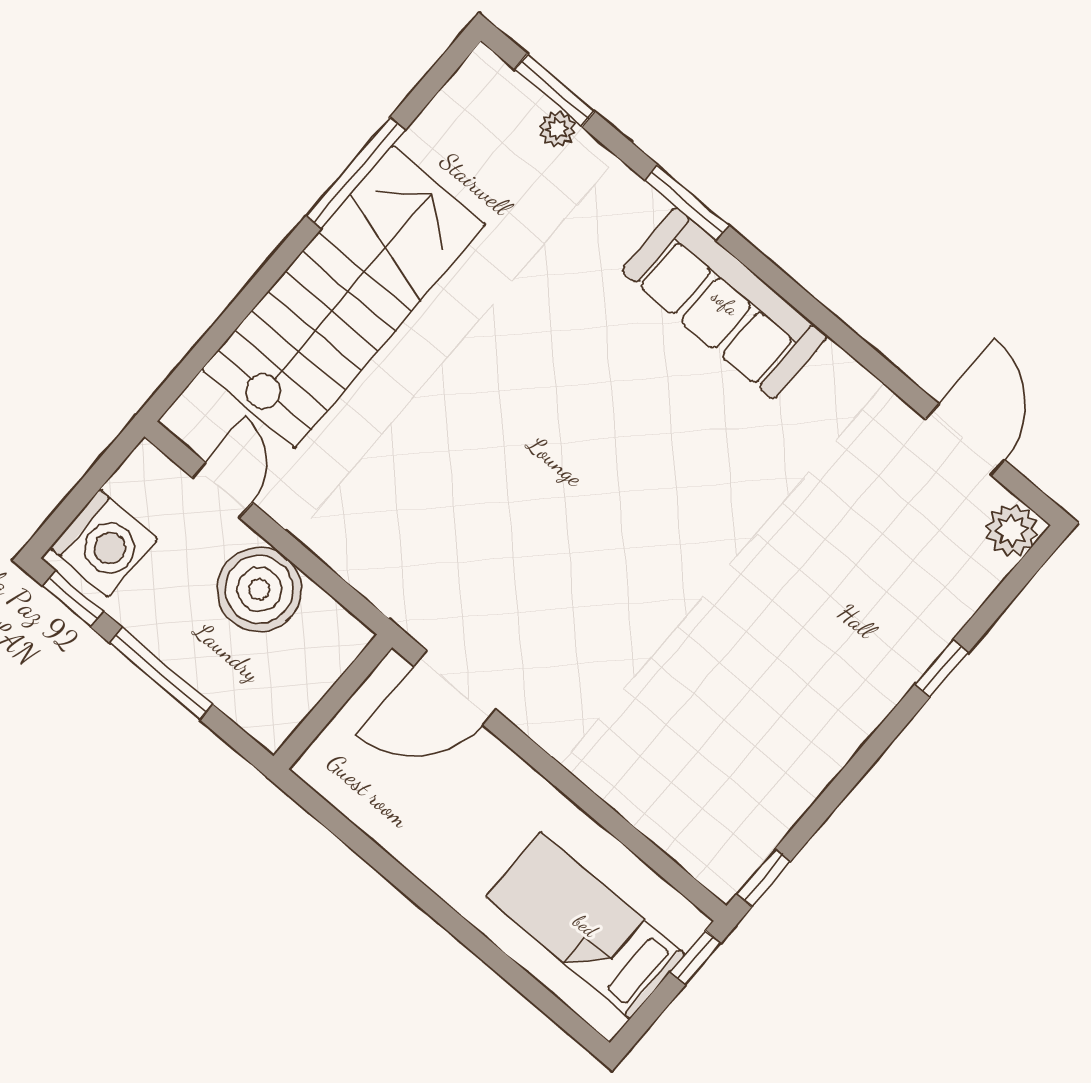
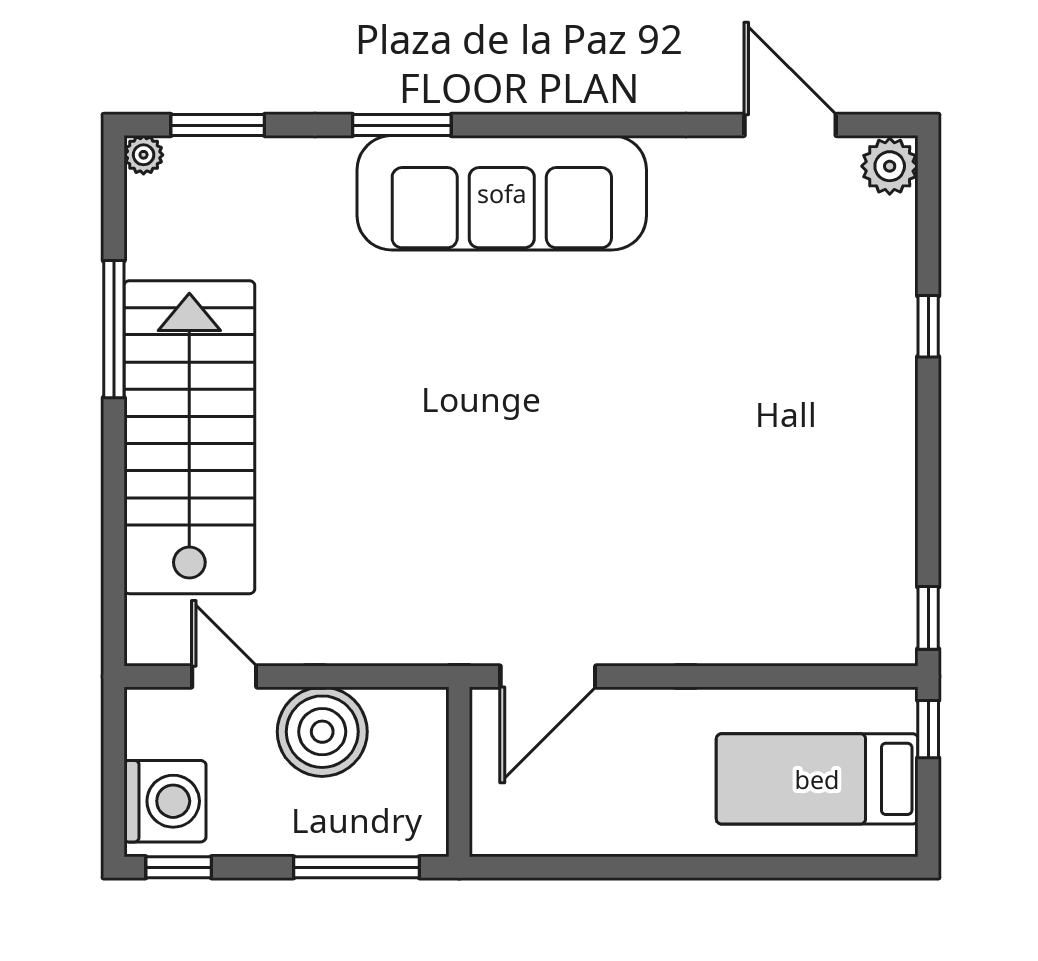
plant: (557, 129) -> (144, 155), moved
sofa: (725, 303) -> (502, 193), width x1.36, depth x1.27
window: (161, 674) -> (356, 867), moved

